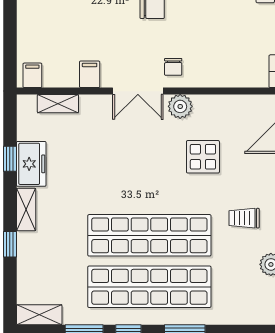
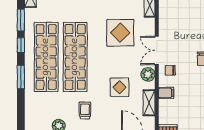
filing cabinet: (90, 74) -> (166, 93), moved
shelving: (231, 105) -> (149, 103), added
display table: (106, 155) -> (120, 33), added

